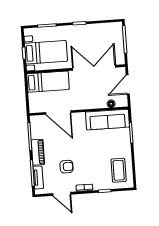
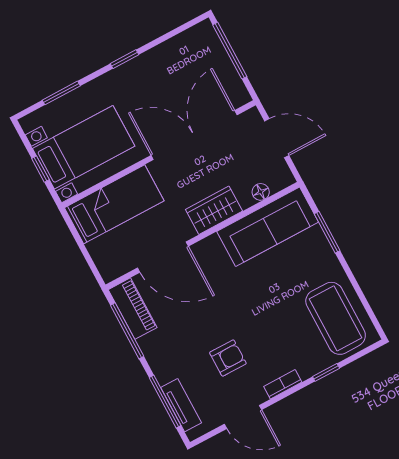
door: (128, 84) -> (277, 138), swing flipped
wardrobe: (88, 103) -> (214, 210), added
piano: (38, 152) -> (133, 309), moved
coffee table: (119, 170) -> (336, 318), width x1.36, depth x1.32

